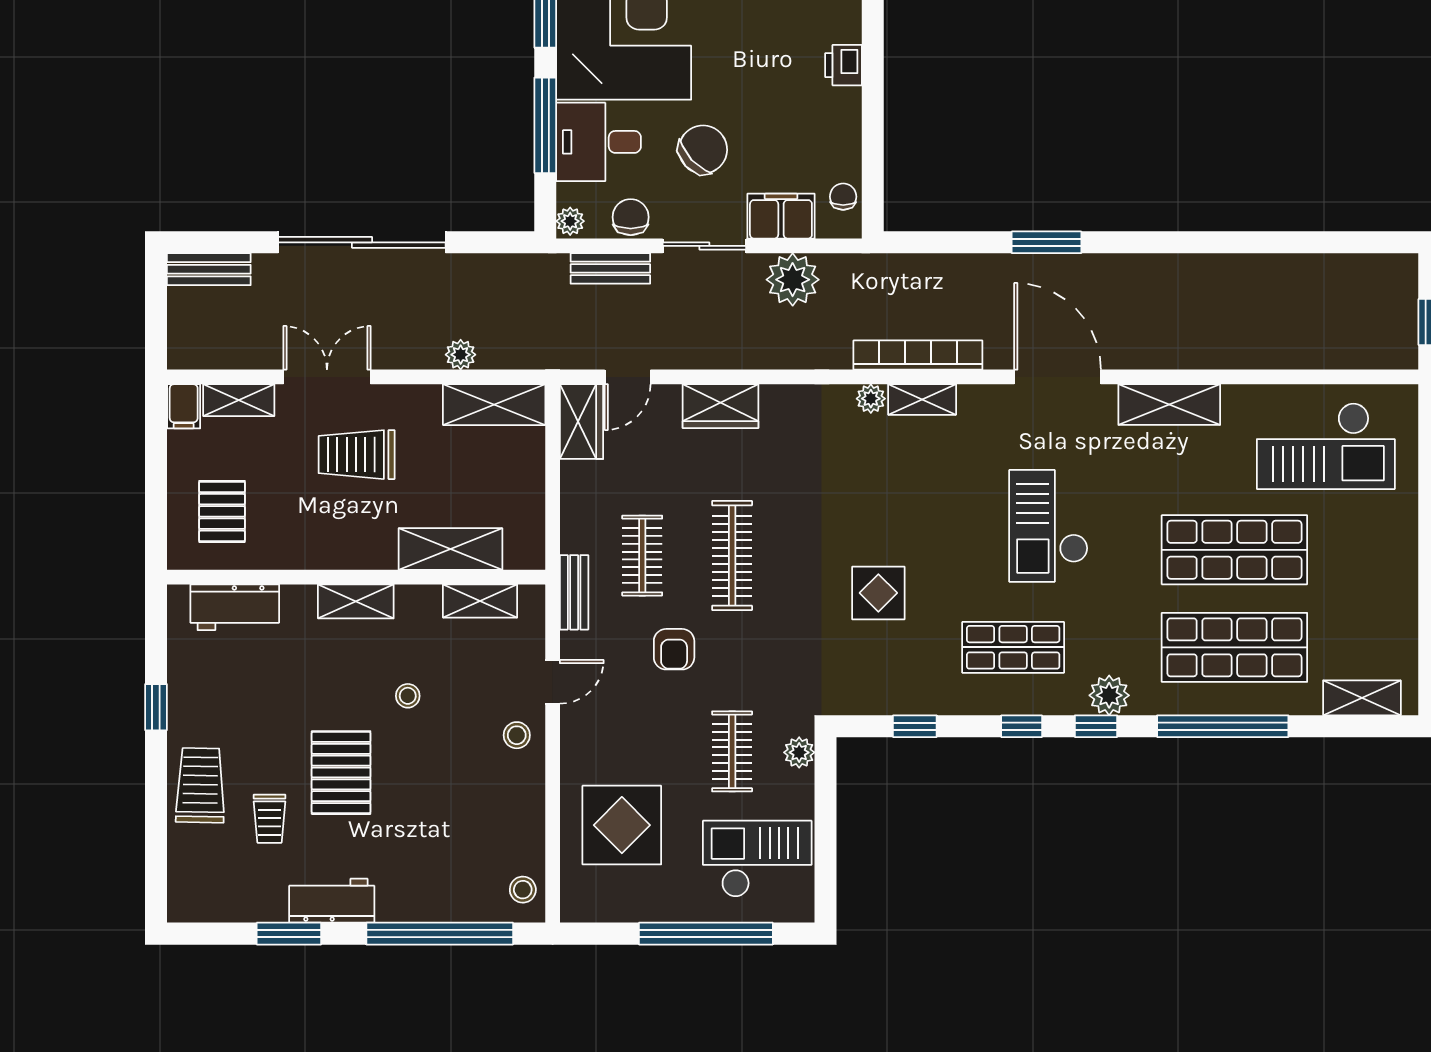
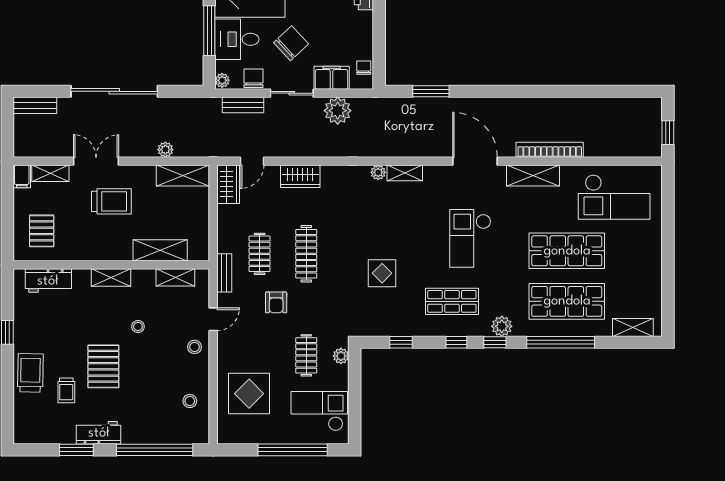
window: (1047, 242) -> (431, 91), moved
bookcase: (918, 355) -> (550, 150), moved
trolley: (357, 455) -> (111, 201), turned 180
stool: (523, 890) -> (190, 401), moved

